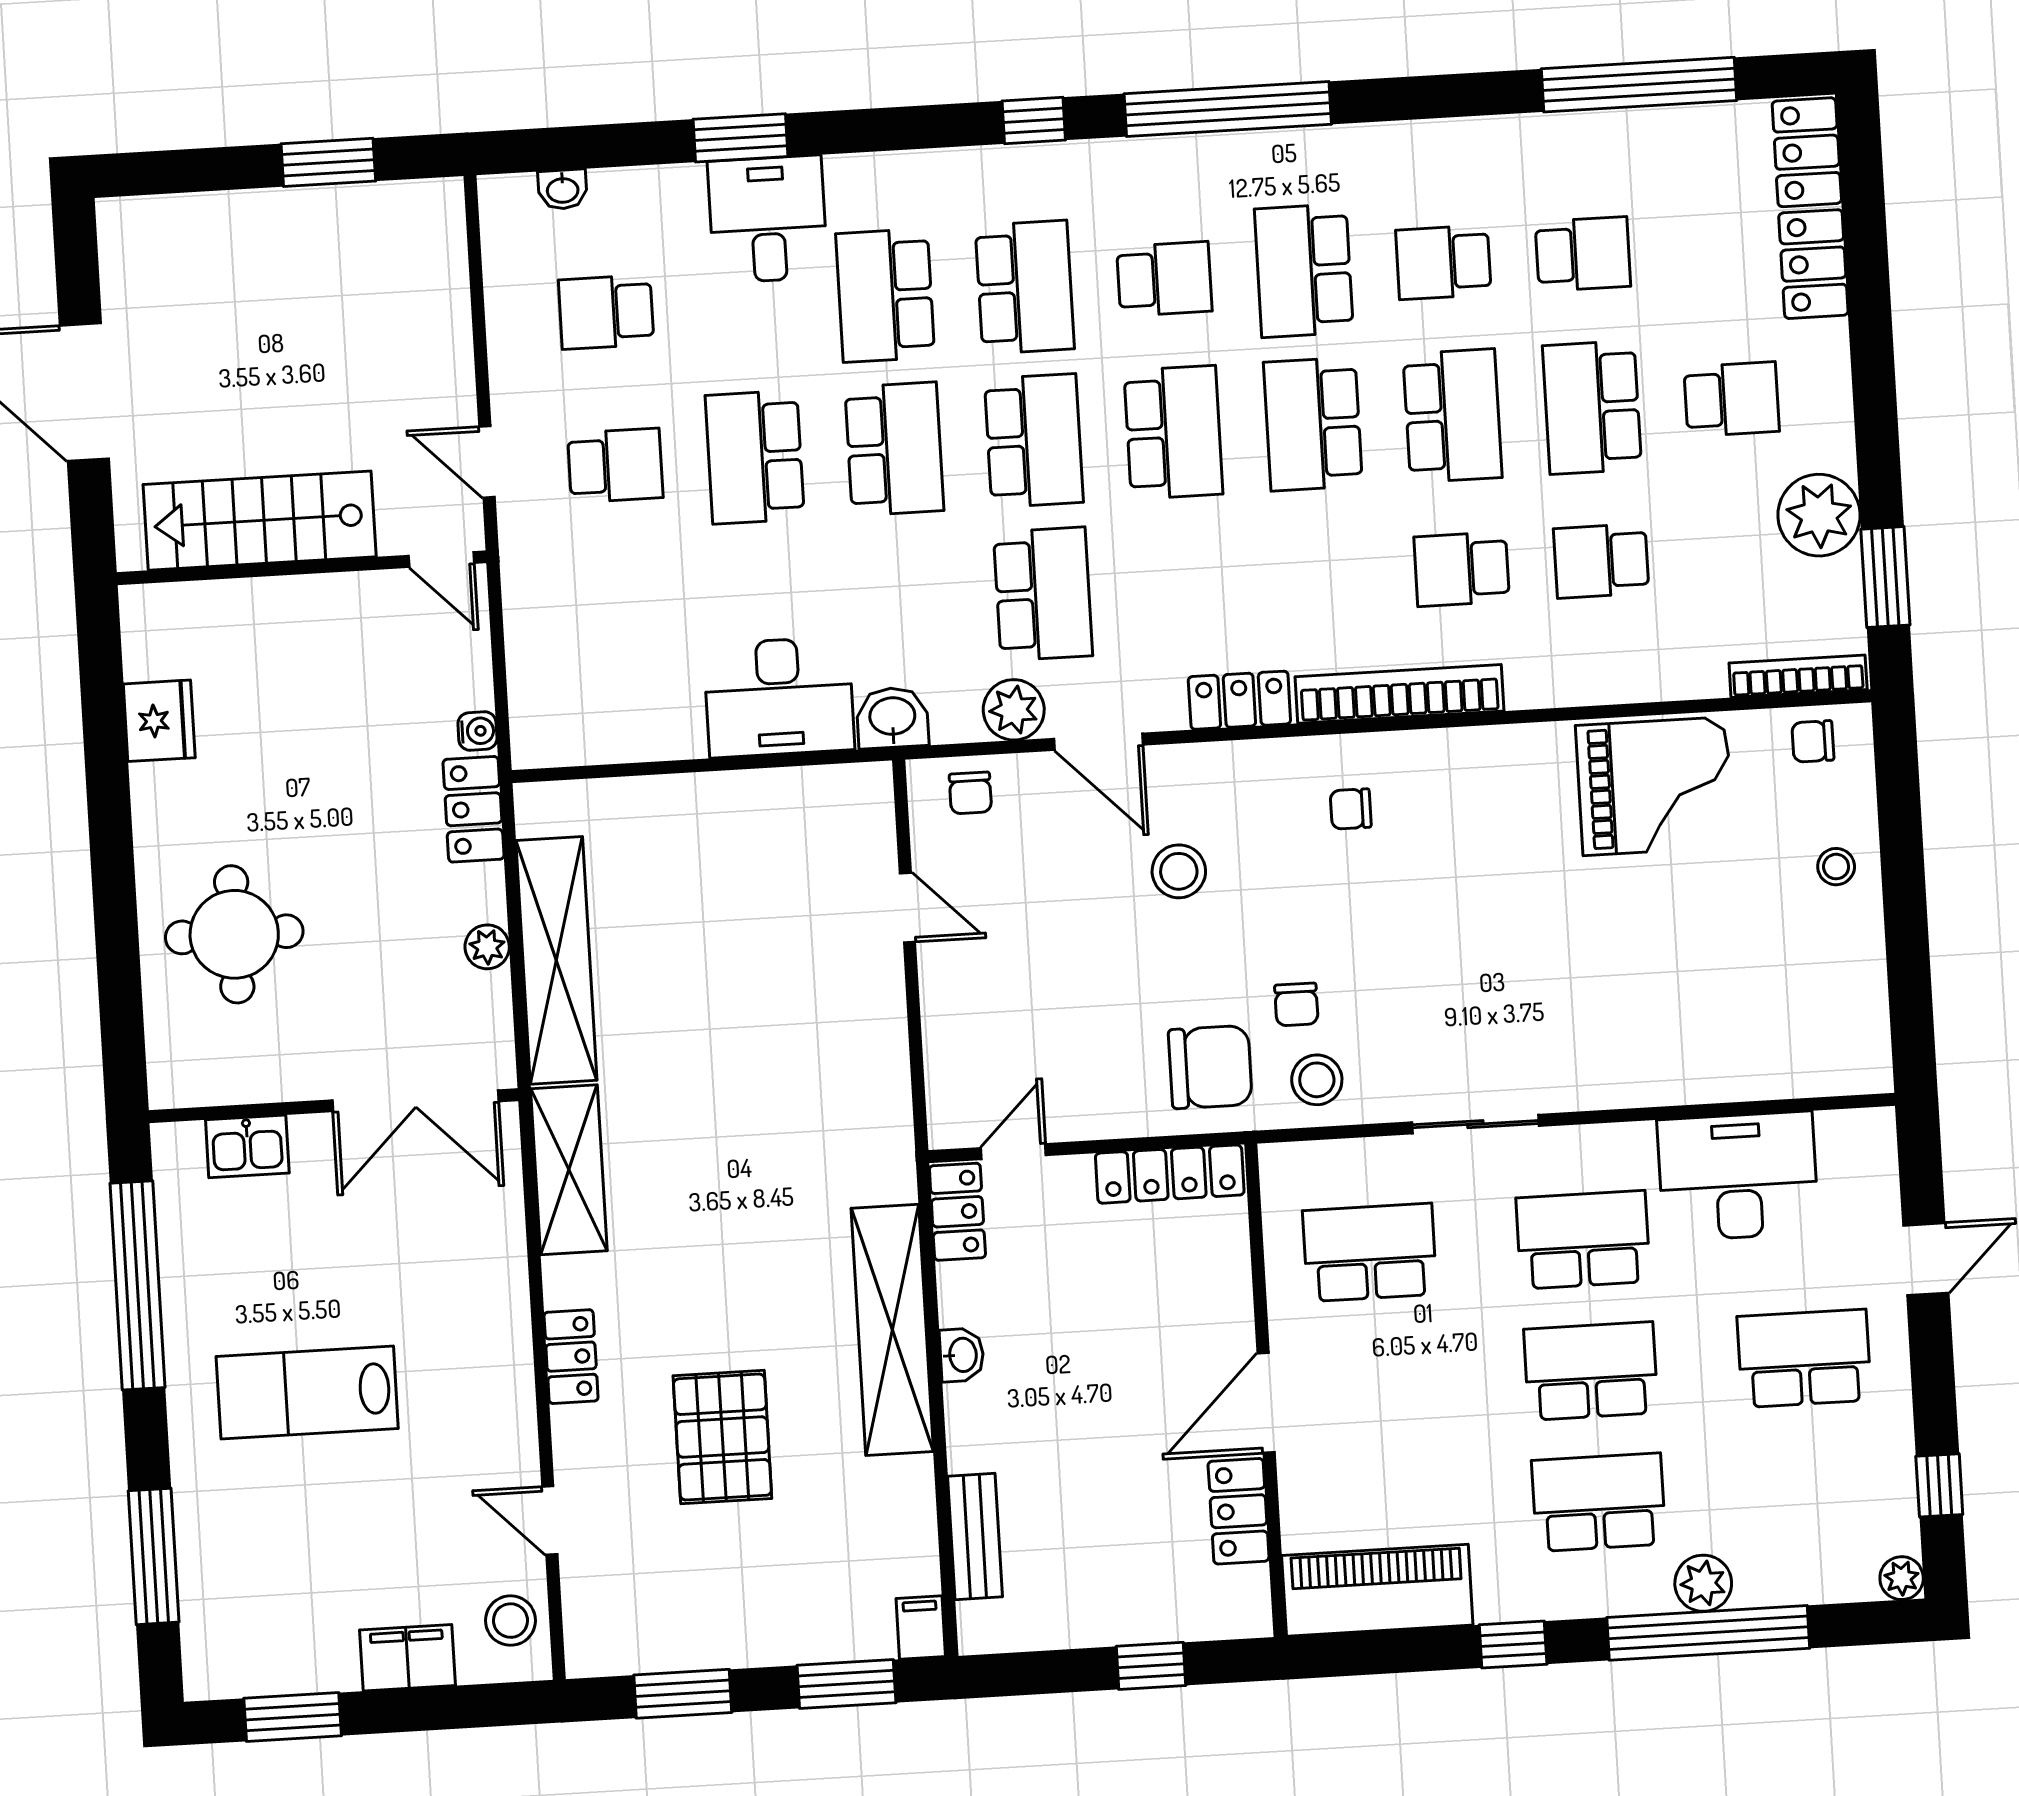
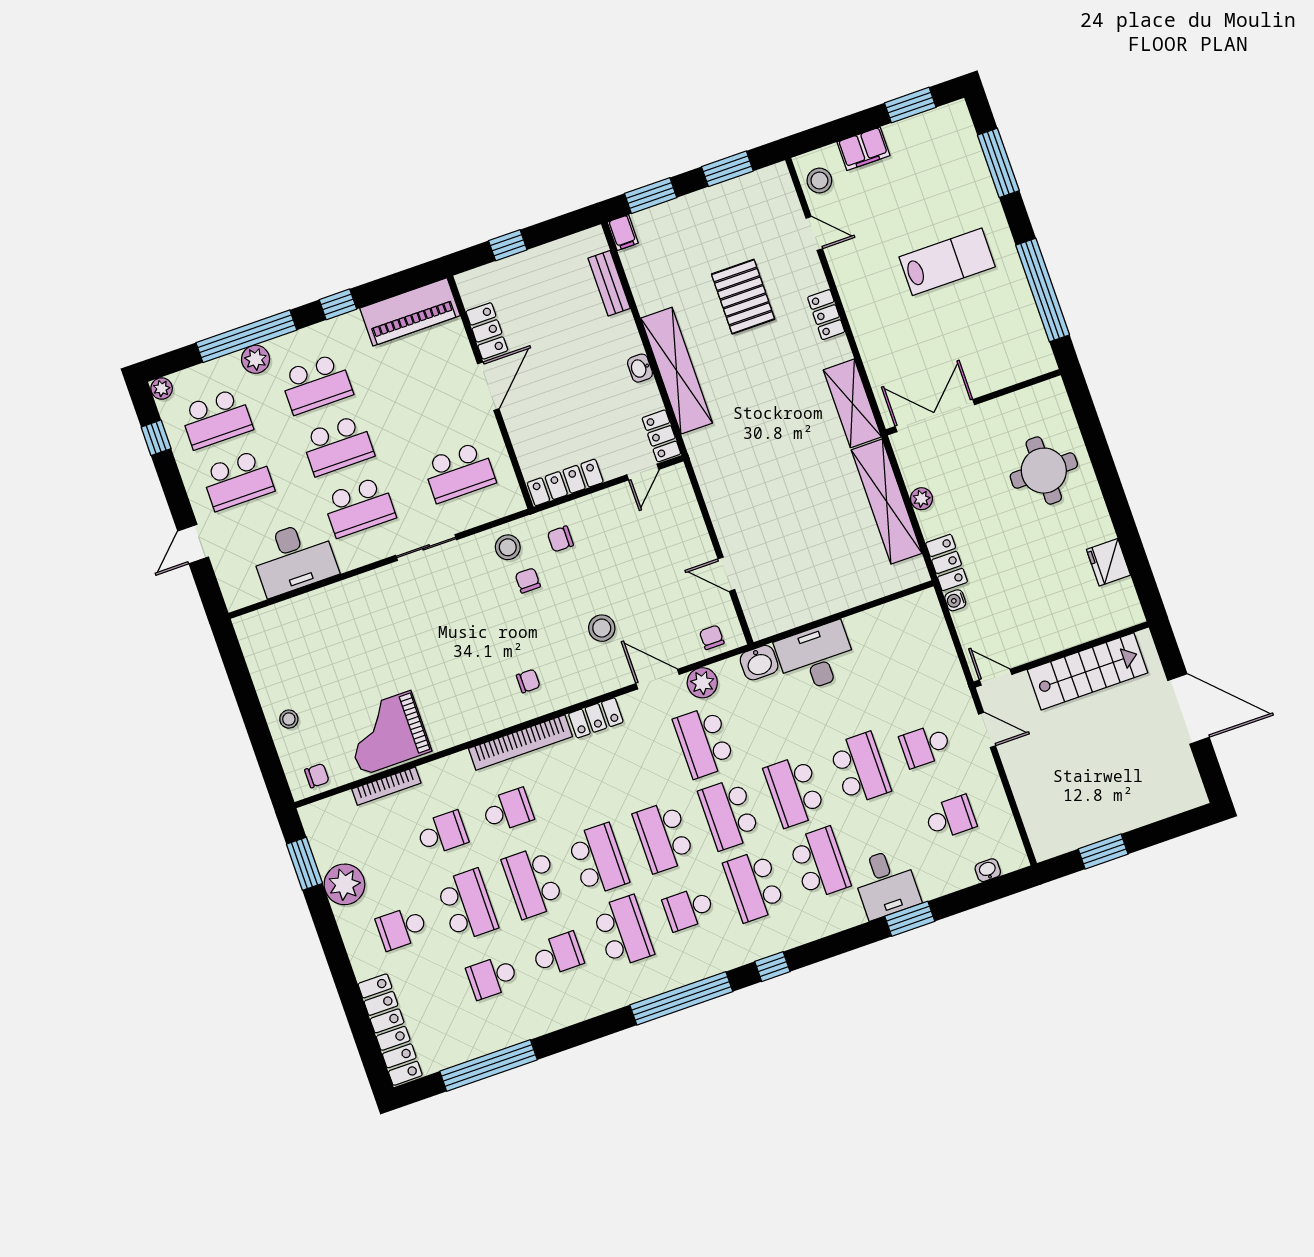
bookcase: (1798, 676) -> (386, 786), moved
chair: (1210, 1067) -> (560, 539), width x0.54, depth x0.54
kitchen sink: (247, 1146) -> (1009, 371), removed
school desk: (1812, 1490) -> (216, 419), added

